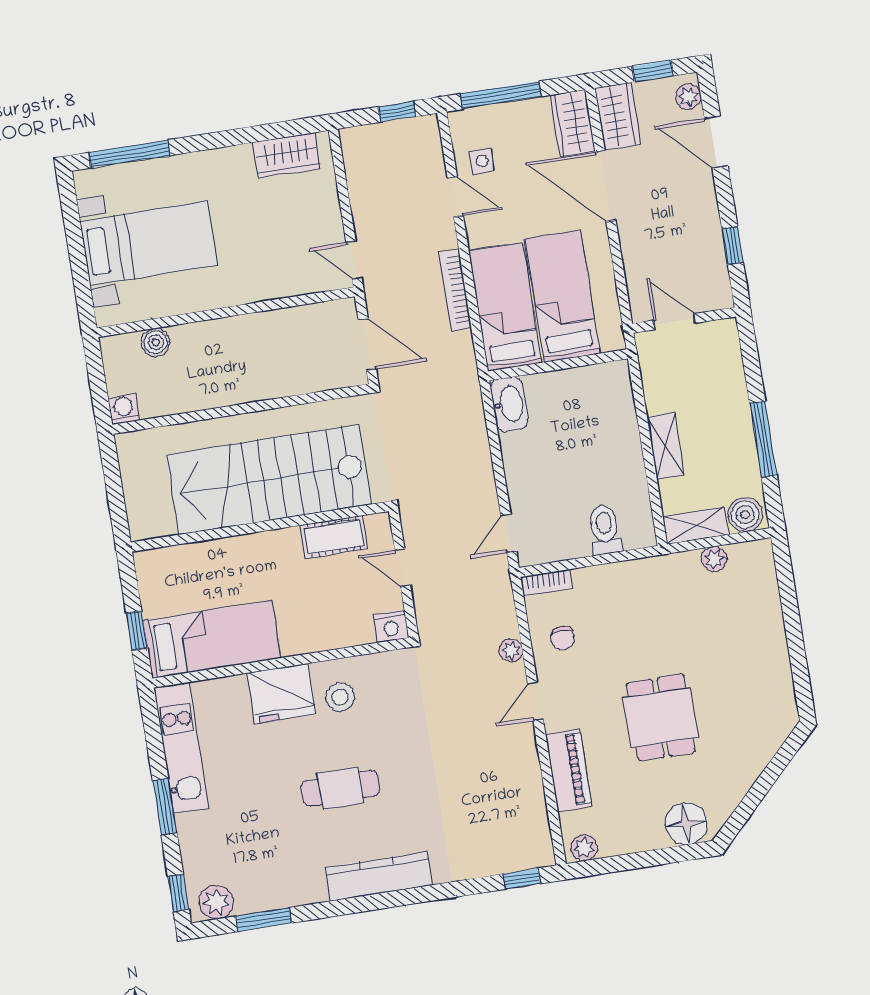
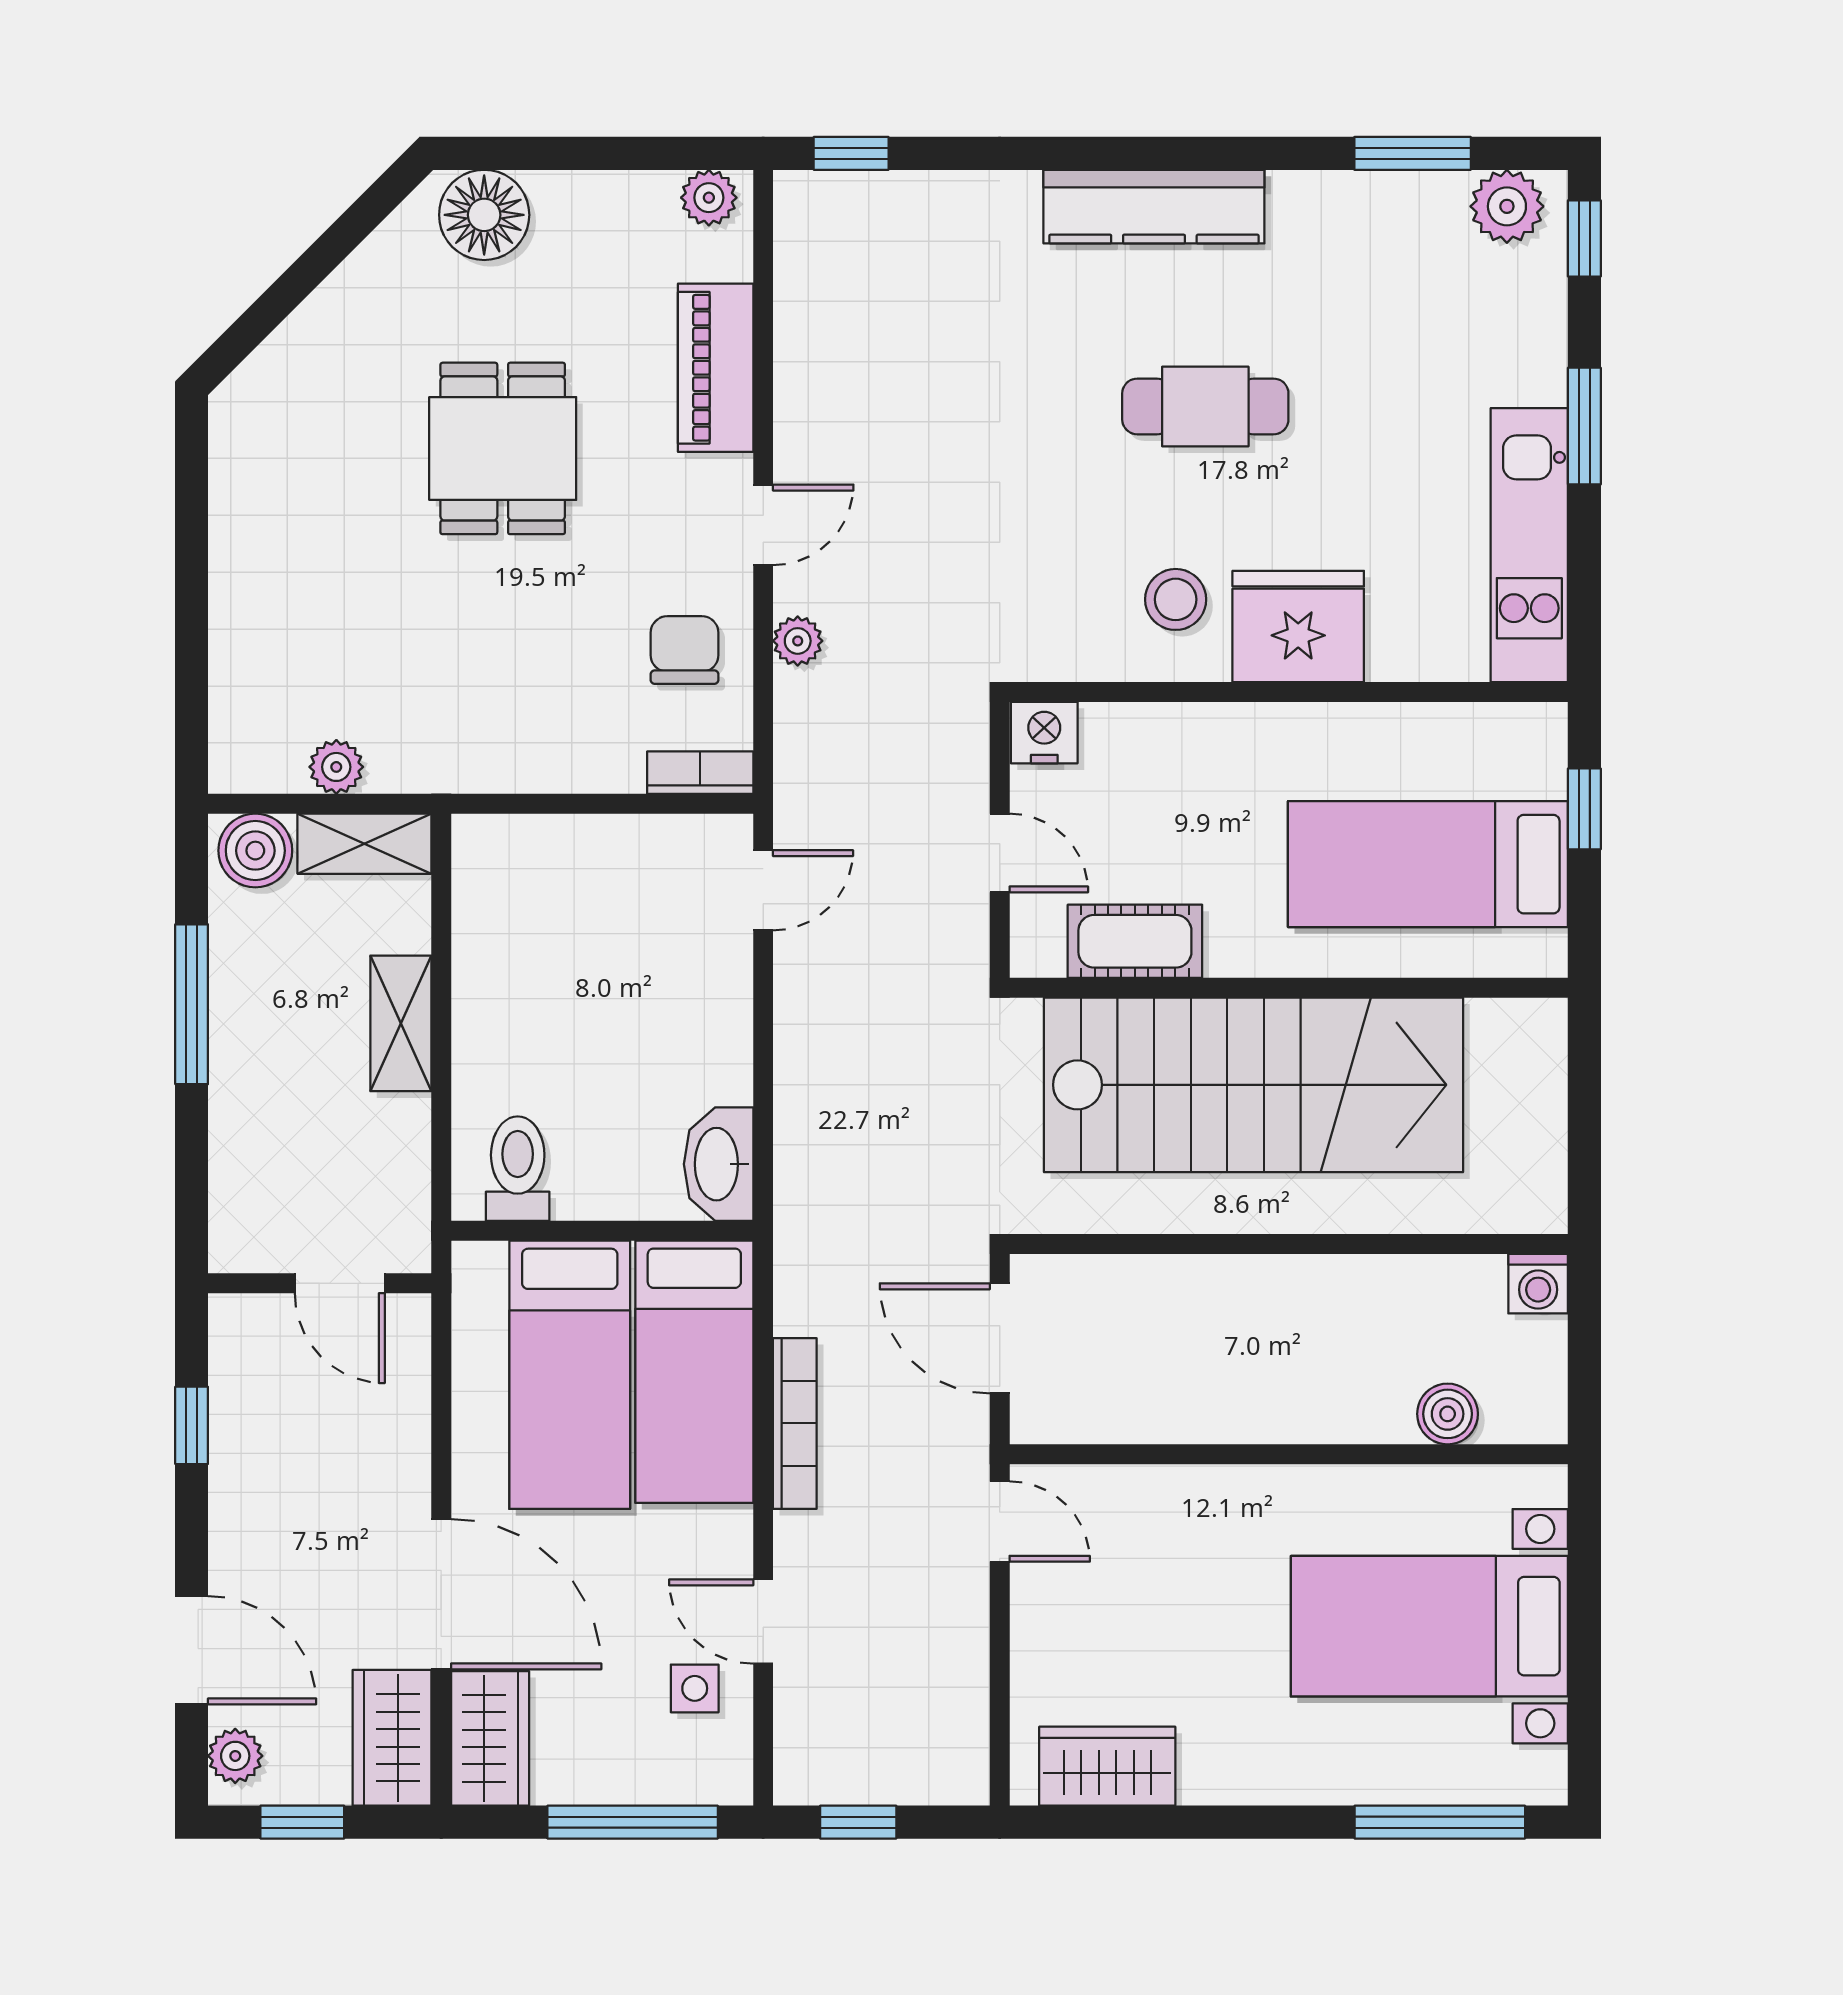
toilet: (605, 530) -> (518, 1169), moved, turned 180
chair: (562, 638) -> (685, 650), width x1.37, depth x1.37
bed: (212, 639) -> (1428, 864), moved

